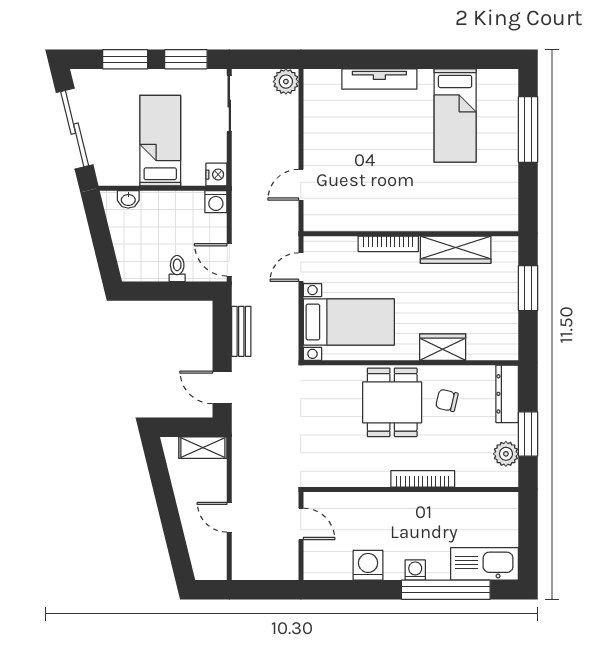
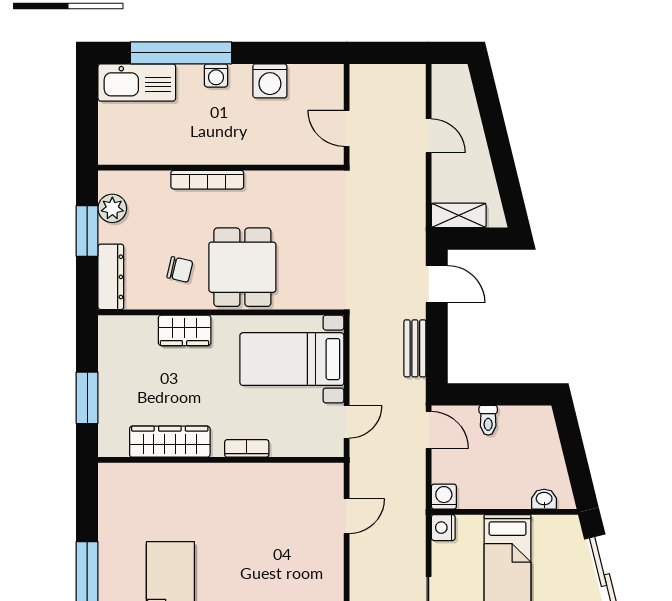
bookcase: (388, 244) -> (247, 448), width x0.64

